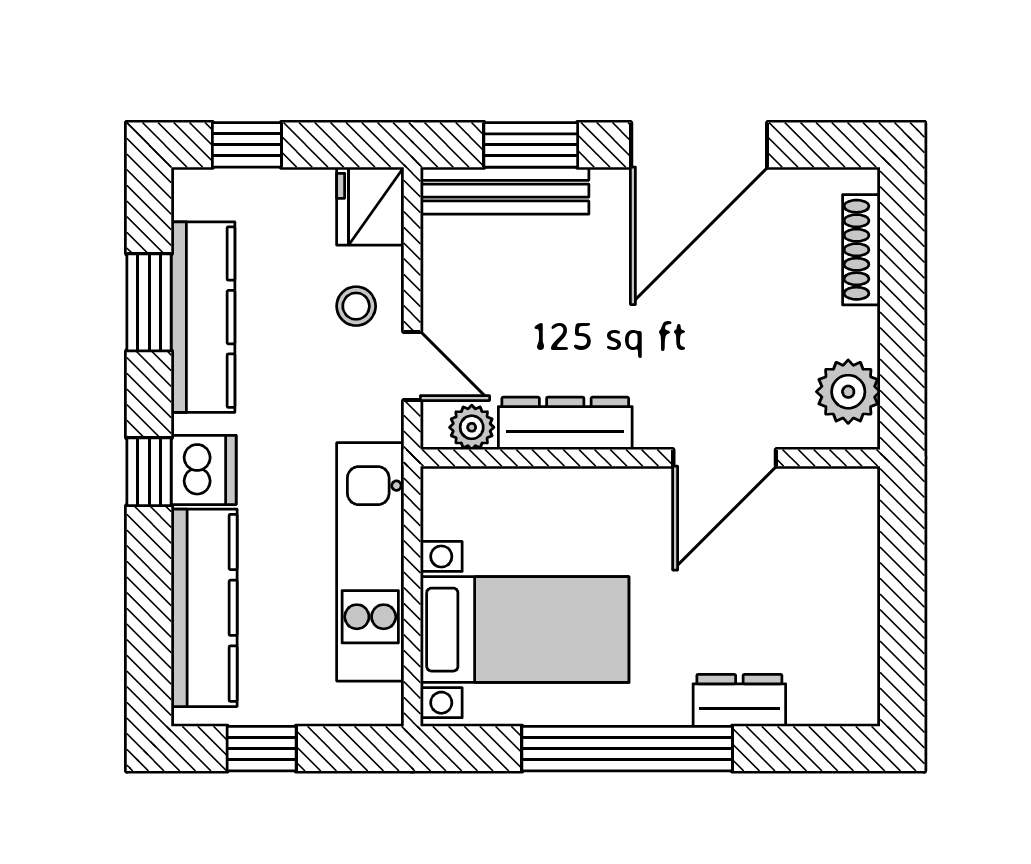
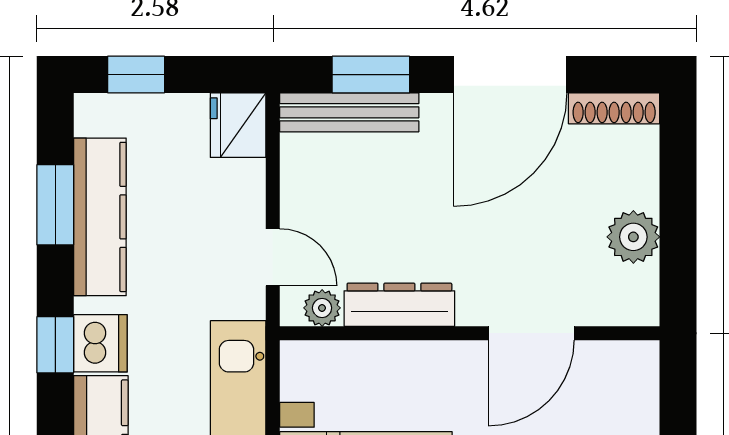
shoe rack: (861, 250) -> (614, 108), moved, turned -90
stool: (356, 306) -> (226, 208), removed
plant: (848, 392) -> (633, 237), moved

